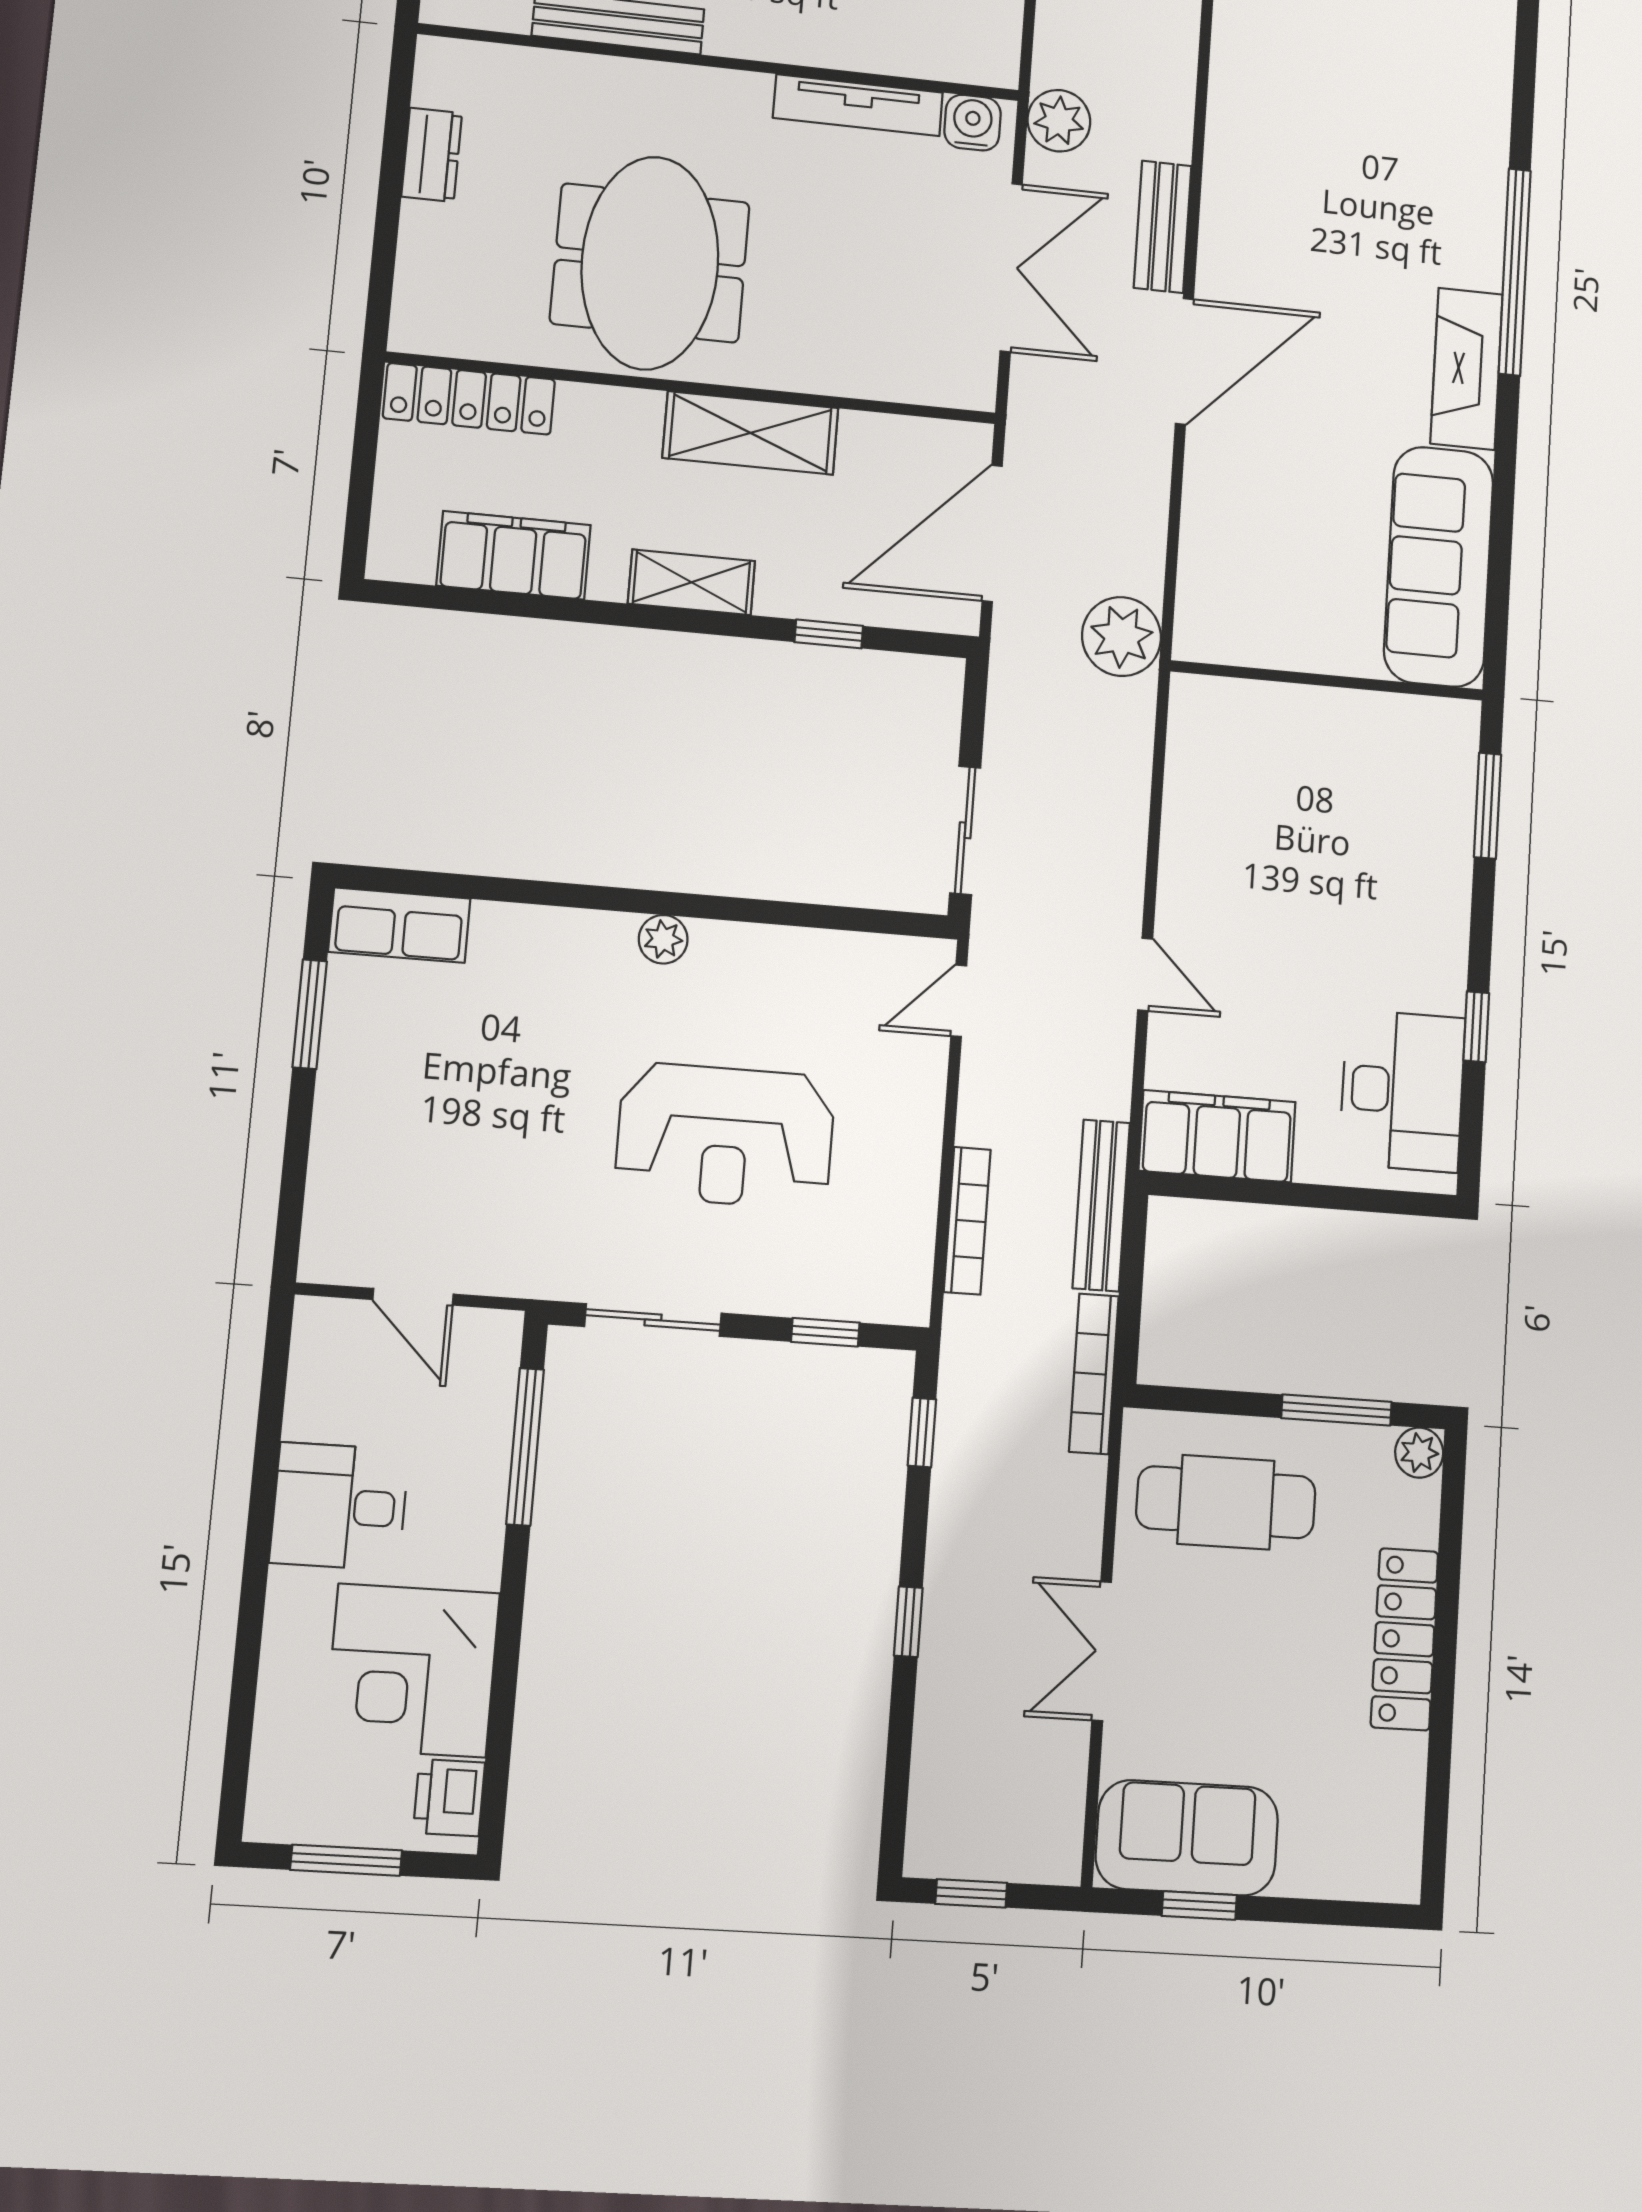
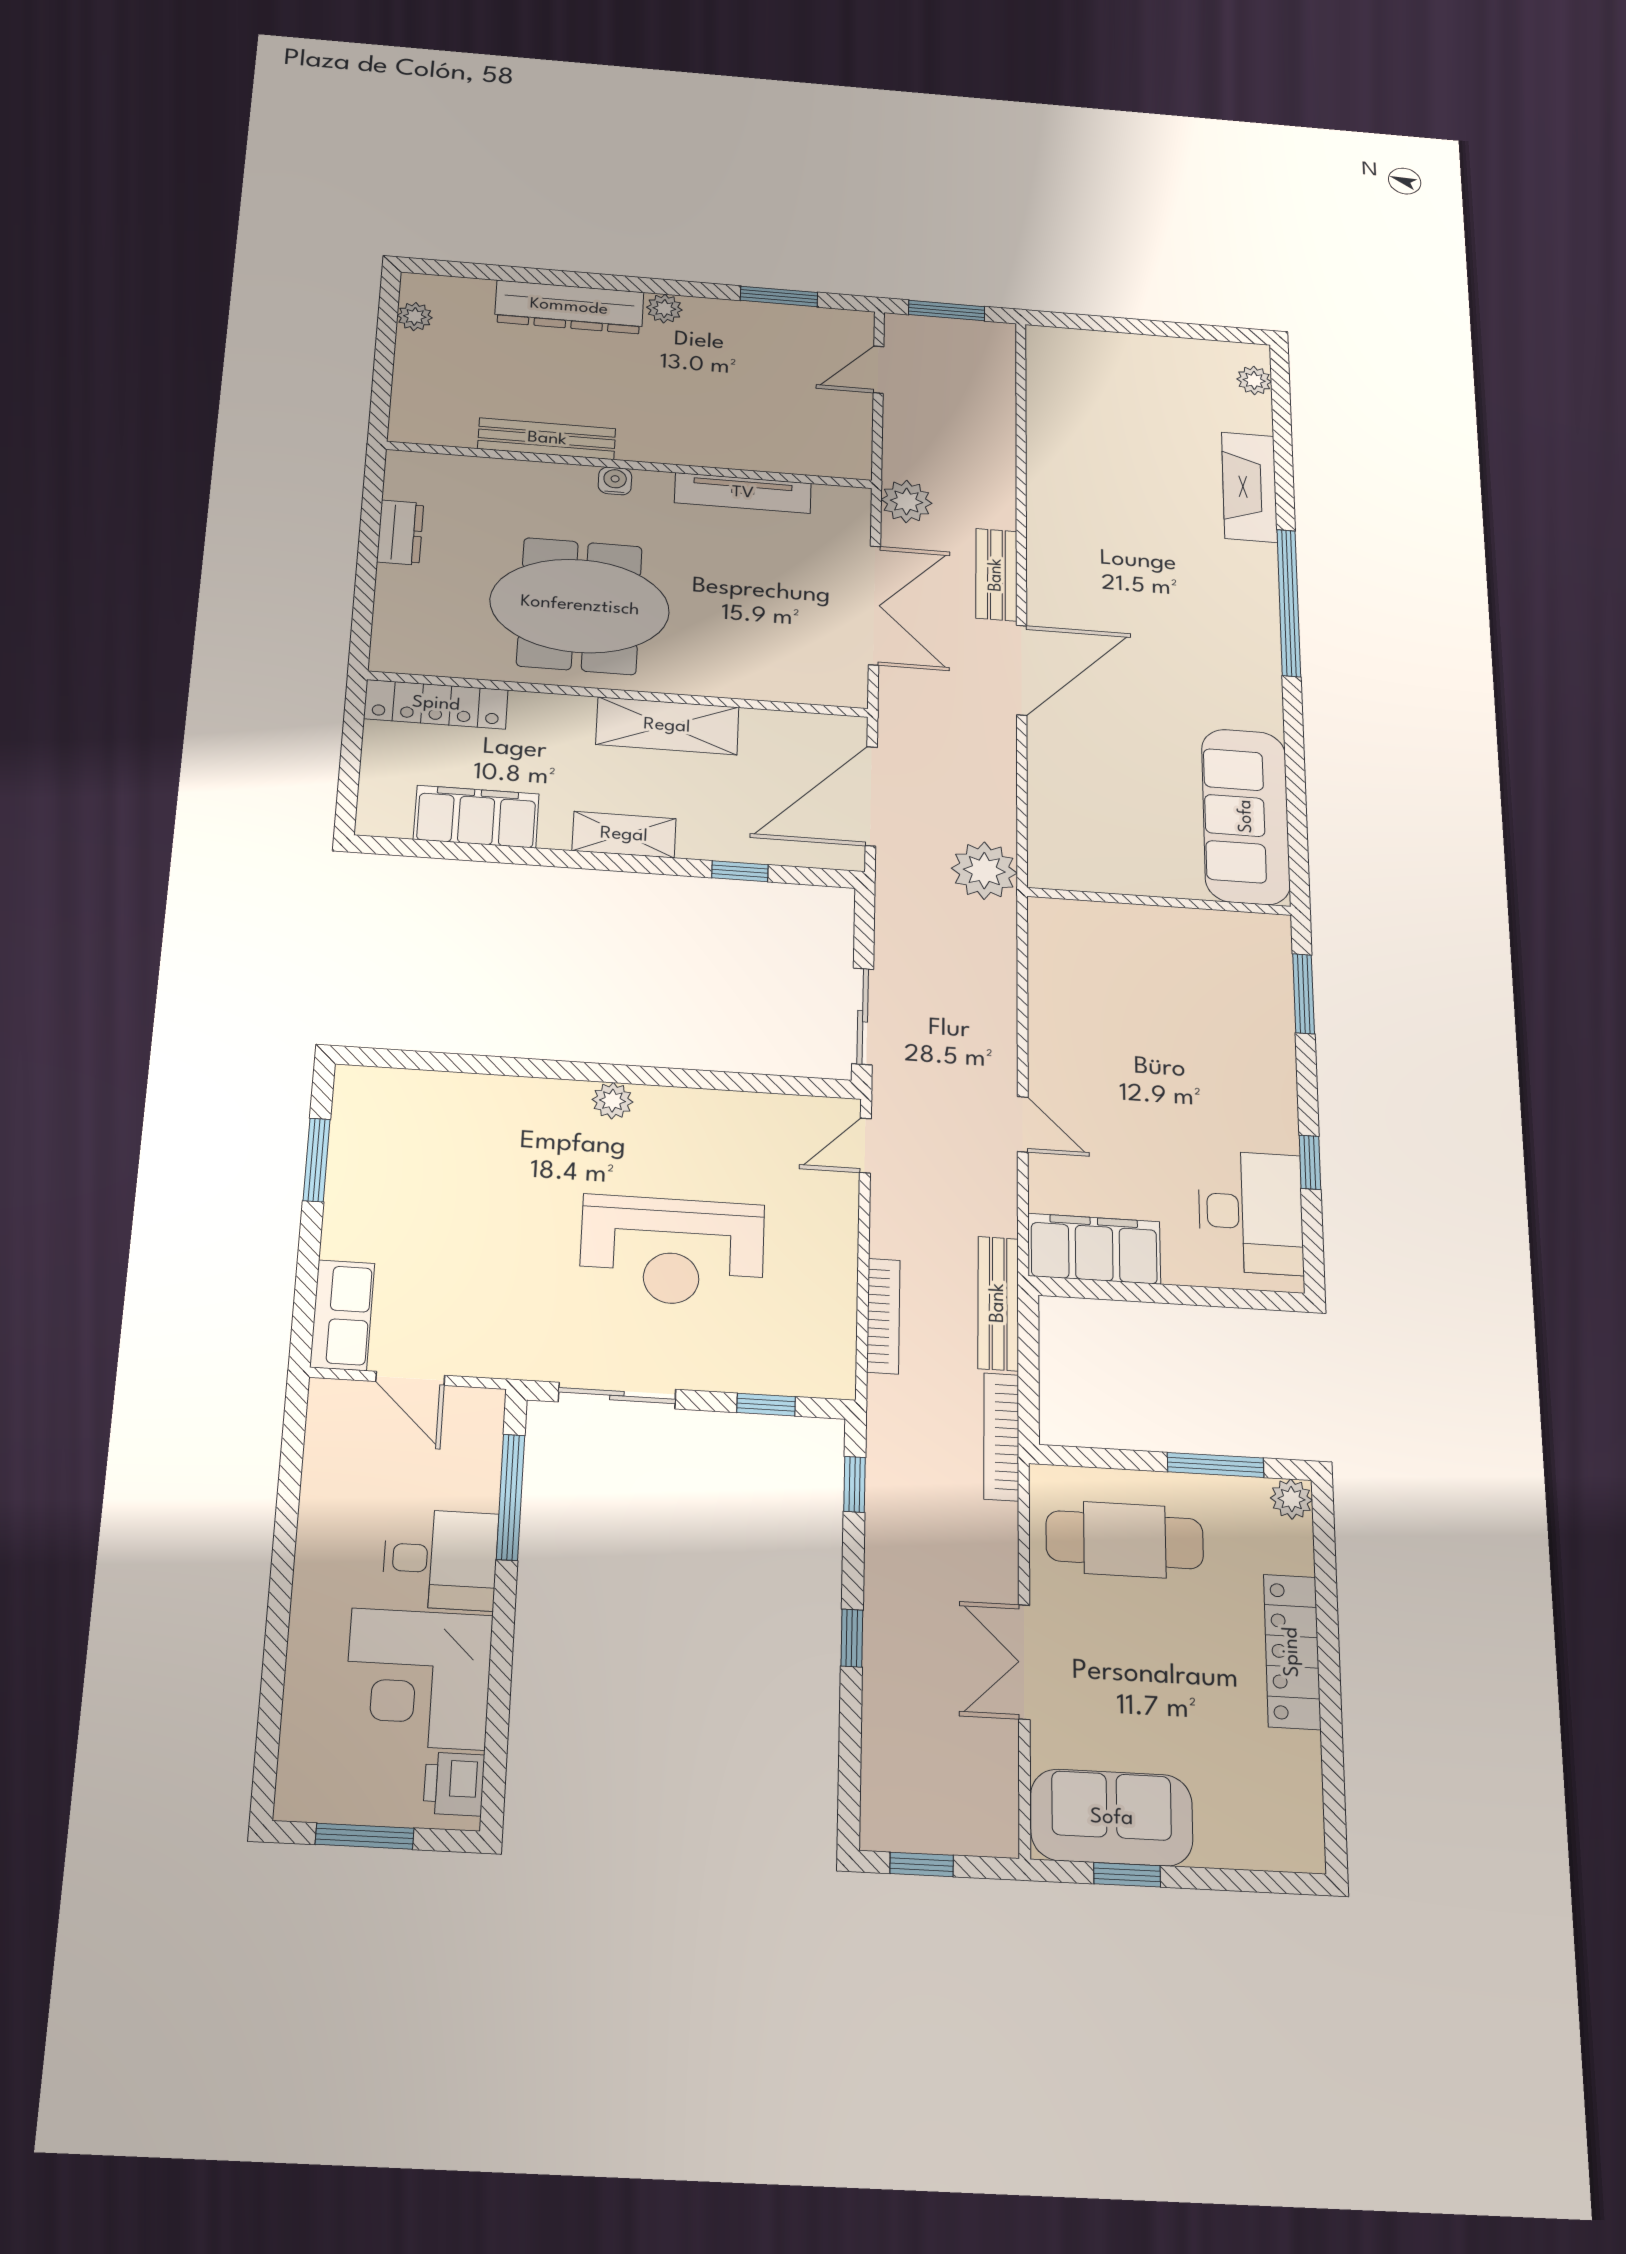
water cooler: (973, 123) -> (615, 481), moved, width x0.72, depth x0.72
meeting table: (650, 263) -> (580, 606), turned 90
fireplace: (1467, 369) -> (1249, 487), moved
row of seats: (399, 925) -> (342, 1315), moved, turned -90
desk: (339, 1506) -> (440, 1559), moved, turned 180

